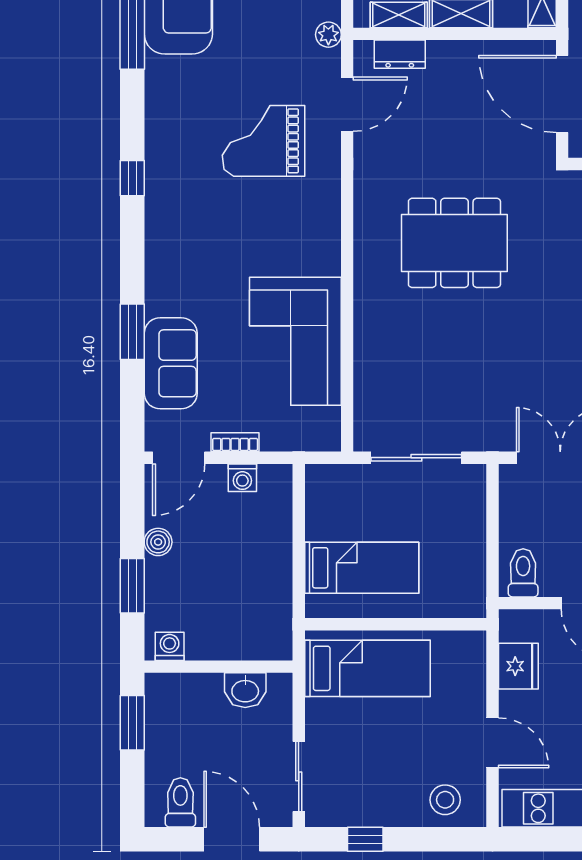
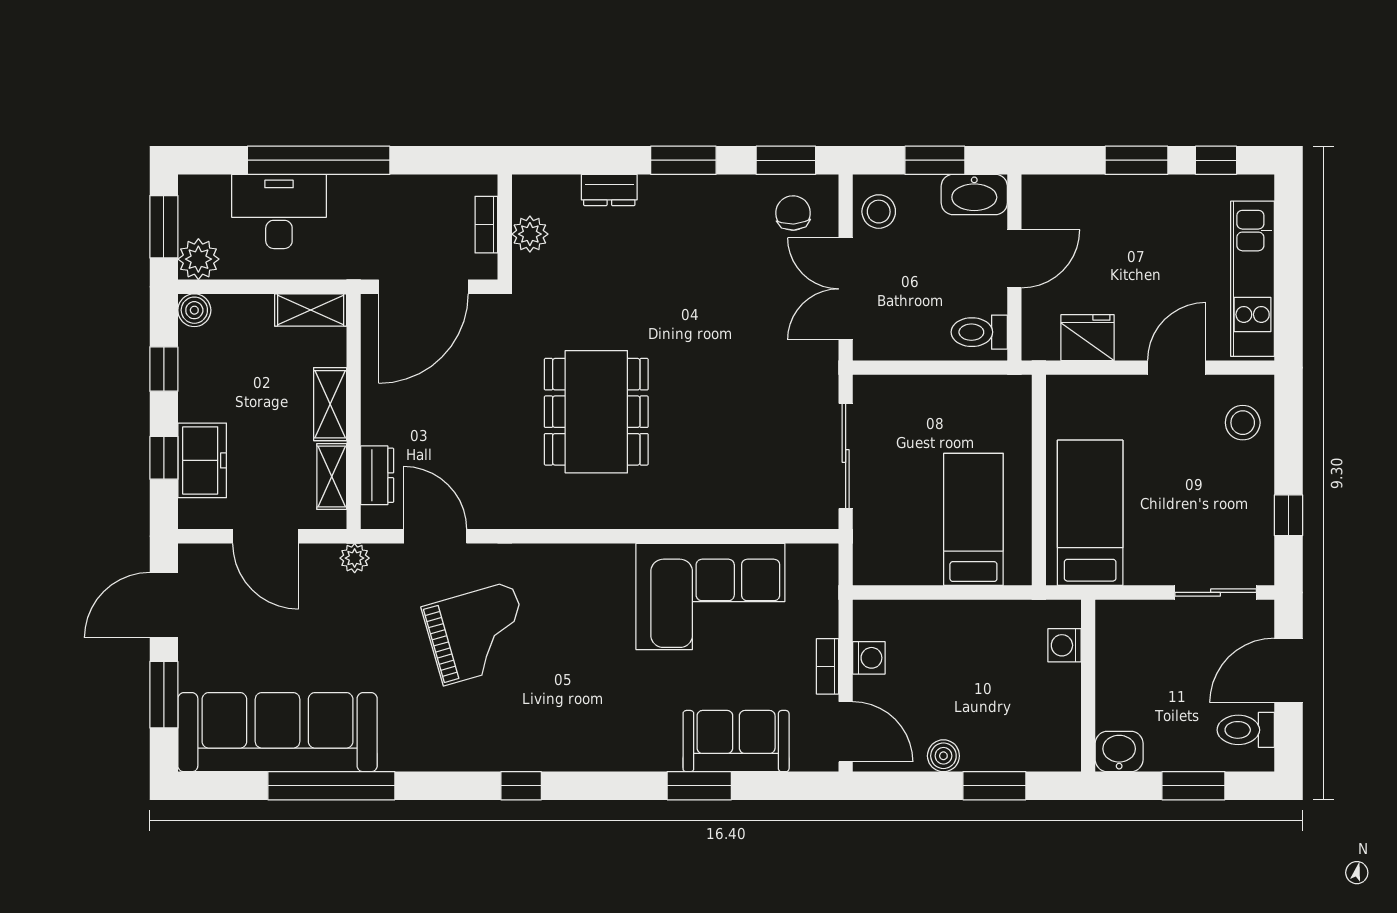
grand piano: (264, 141) -> (478, 633), turned -106
washing machine: (170, 646) -> (1065, 645), moved
washbasin: (245, 690) -> (1119, 752), moved, turned -90
window: (132, 723) -> (1193, 786), moved

